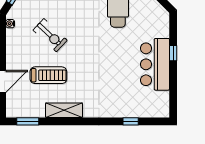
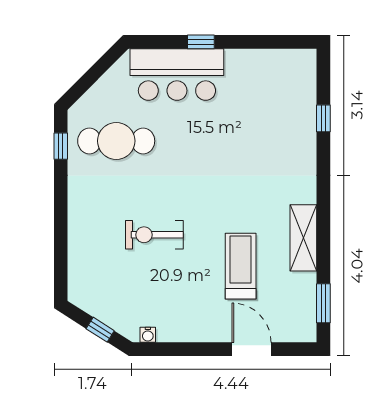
exercise bike: (50, 35) -> (154, 235), moved, turned -133
bar counter: (155, 64) -> (177, 74), moved

